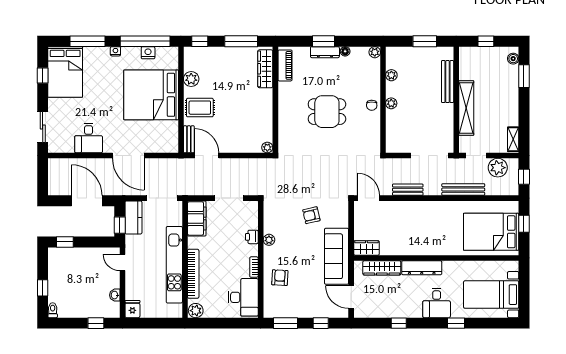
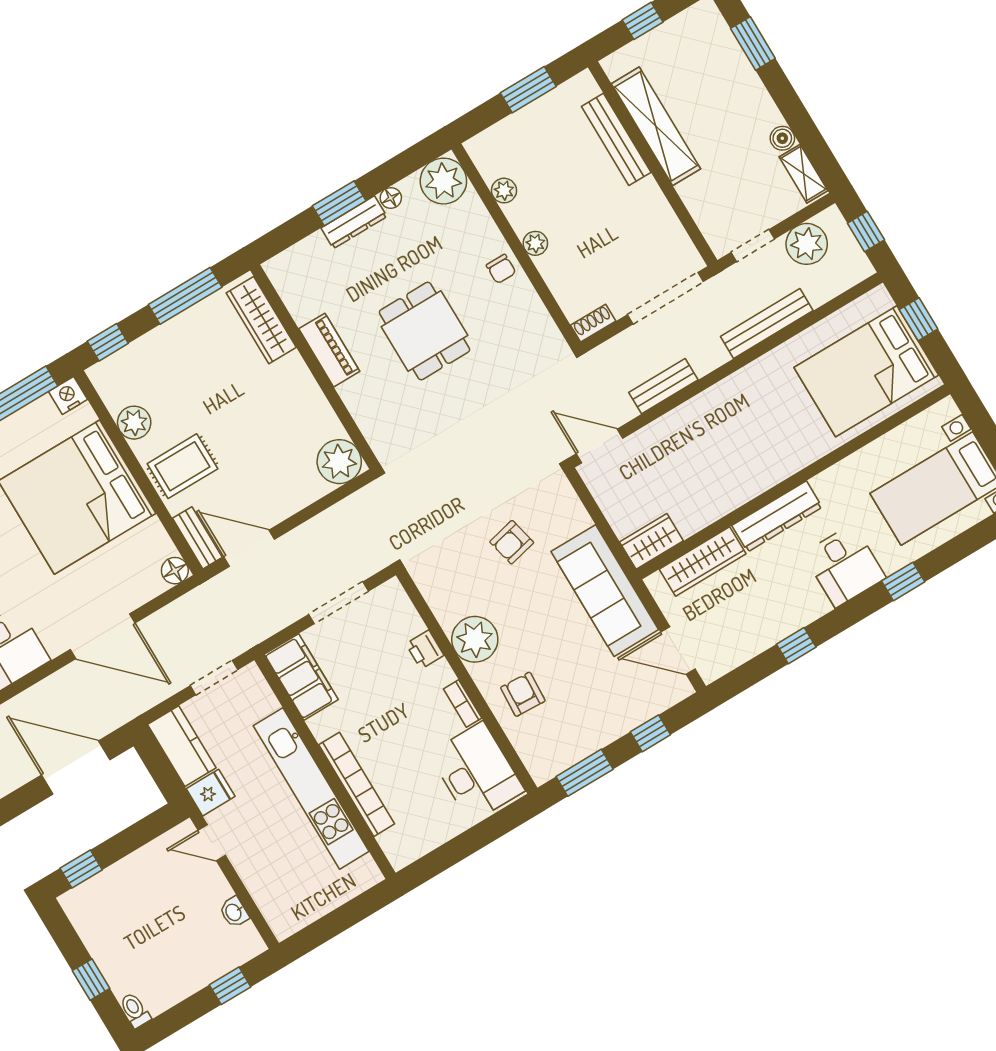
plant: (375, 52) -> (443, 181), width x1.87, depth x1.87
nightstand: (148, 53) -> (68, 395), moved
boiler: (513, 59) -> (782, 138), moved
piano: (285, 65) -> (329, 350), moved
shelving: (466, 108) -> (656, 126), moved
dining table: (327, 112) -> (424, 331), turned 90
floor lamp: (172, 147) -> (175, 571), added
plant: (267, 148) -> (339, 462), width x1.88, depth x1.88
shoe rack: (395, 148) -> (593, 323), added
doorway: (162, 198) -> (214, 678), width x0.73
window: (120, 225) -> (165, 776), removed
plant: (269, 240) -> (475, 639), width x1.88, depth x1.88
fridge: (132, 309) -> (211, 793), moved, turned 90
plant: (196, 311) -> (403, 850), removed

